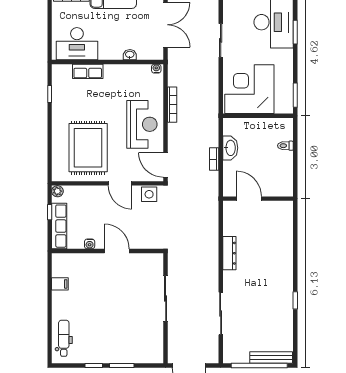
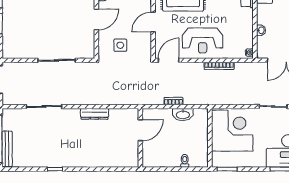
side table: (149, 194) -> (120, 45), moved

